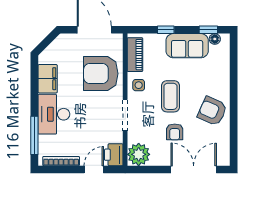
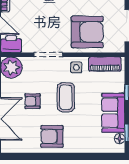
armchair: (101, 74) -> (87, 32), turned 90
coffee table: (171, 96) -> (66, 97), turned 90
armchair: (212, 111) -> (52, 136), turned -114

